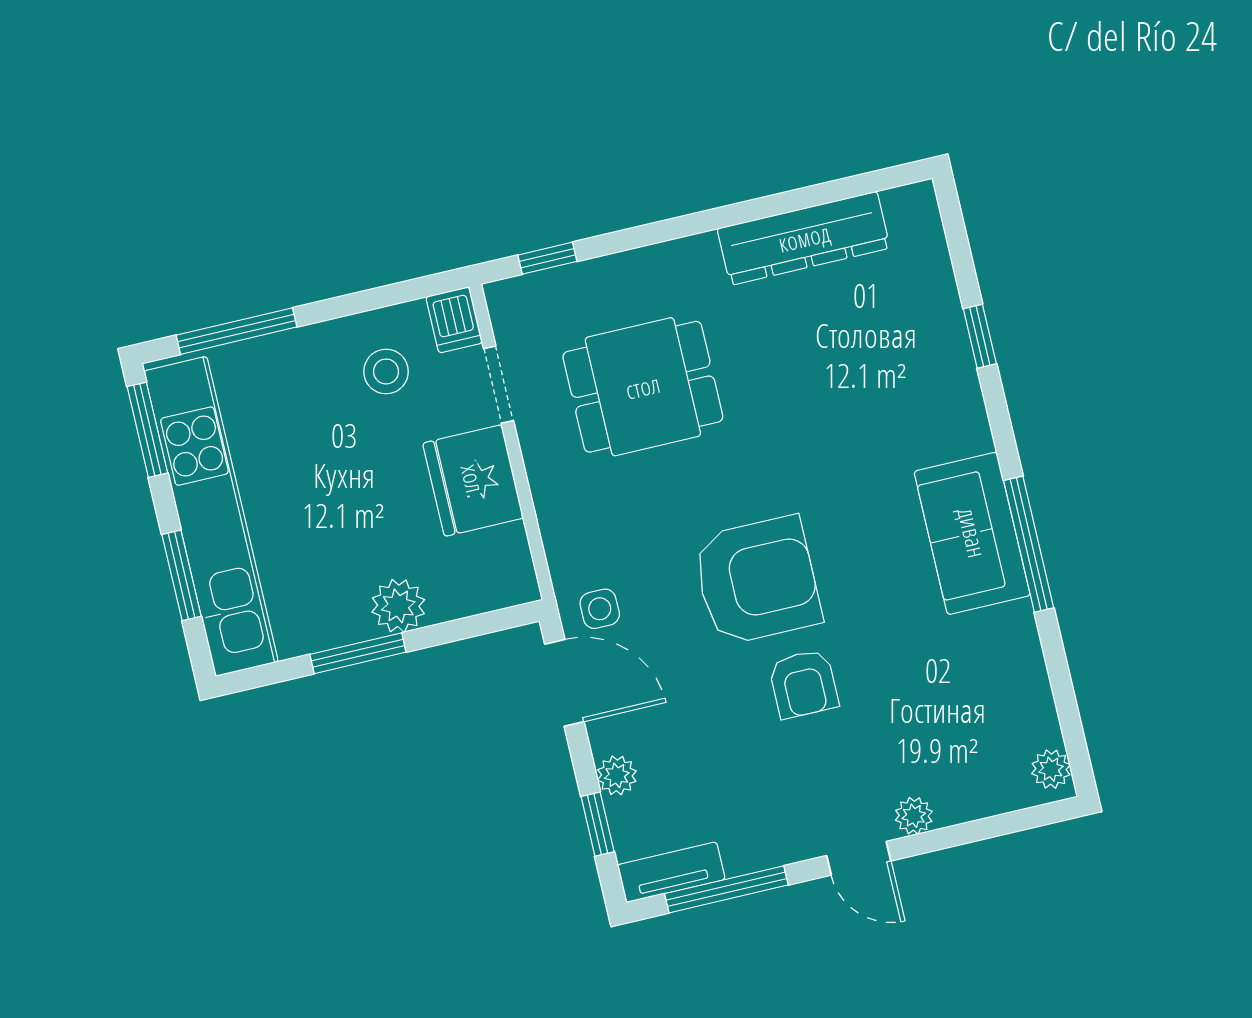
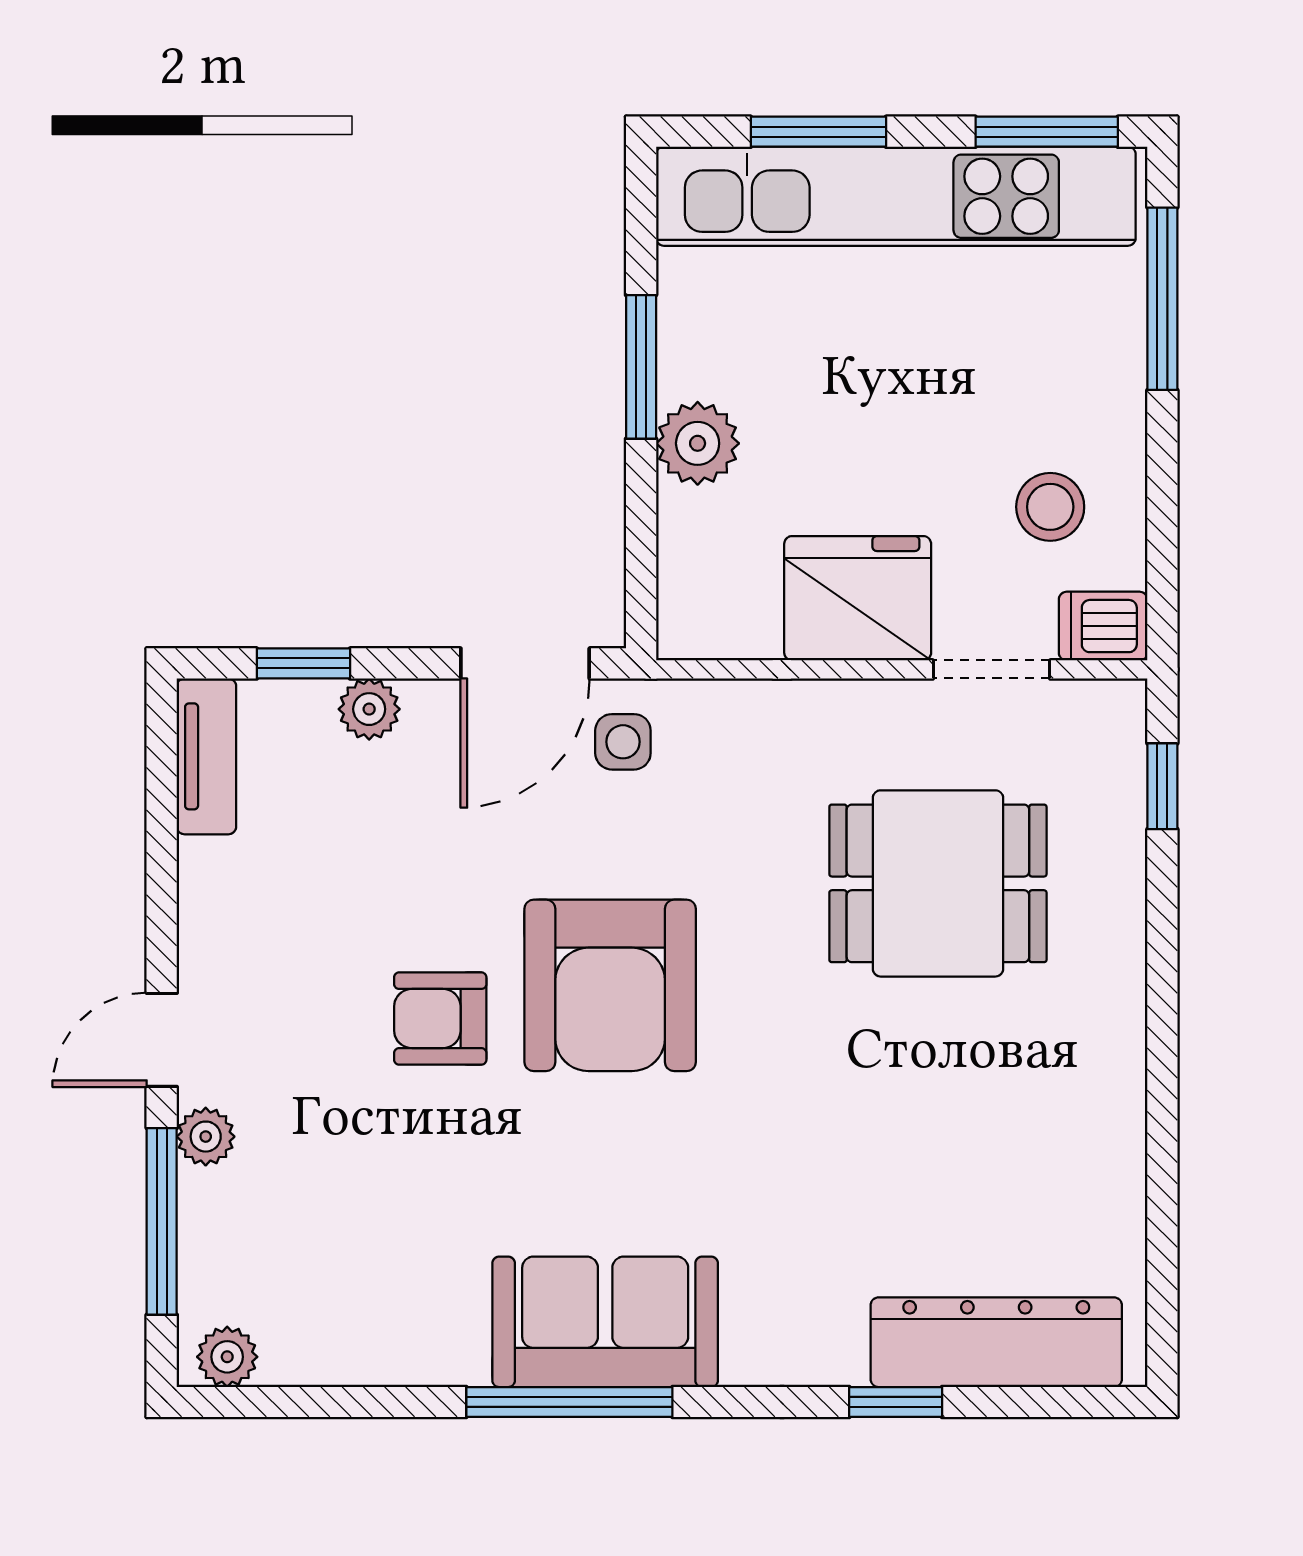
dresser: (804, 238) -> (996, 1342), moved, turned 90
dining table: (643, 387) -> (938, 883), turned 90
window: (726, 889) -> (162, 1221), moved

